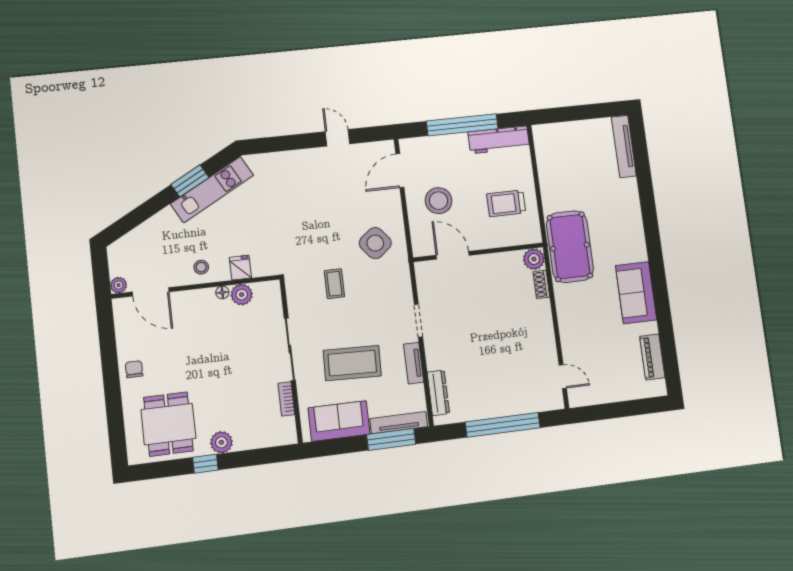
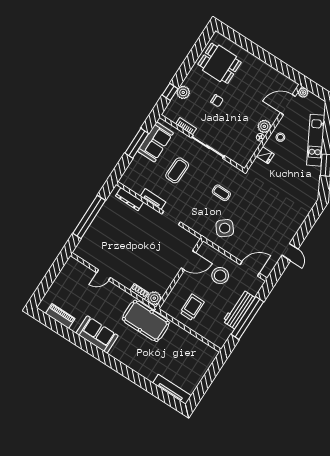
door: (338, 138) -> (290, 252), hinge flipped
workbench: (499, 140) -> (239, 309), moved
door: (400, 171) -> (250, 269), hinge flipped
kitchen unit: (212, 190) -> (316, 140), moved
plant: (242, 295) -> (264, 126), moved
coffee table: (352, 363) -> (177, 170), width x0.73, depth x0.76
chair: (134, 369) -> (217, 101), moved
door: (563, 377) -> (103, 275), moved
tv unit: (399, 423) -> (131, 169), removed
window: (391, 439) -> (137, 143), moved
plant: (221, 442) -> (183, 92), moved
window: (205, 464) -> (170, 92), moved

